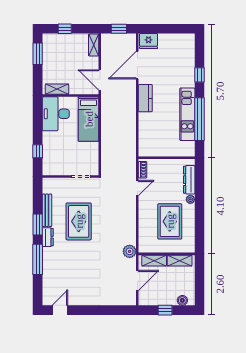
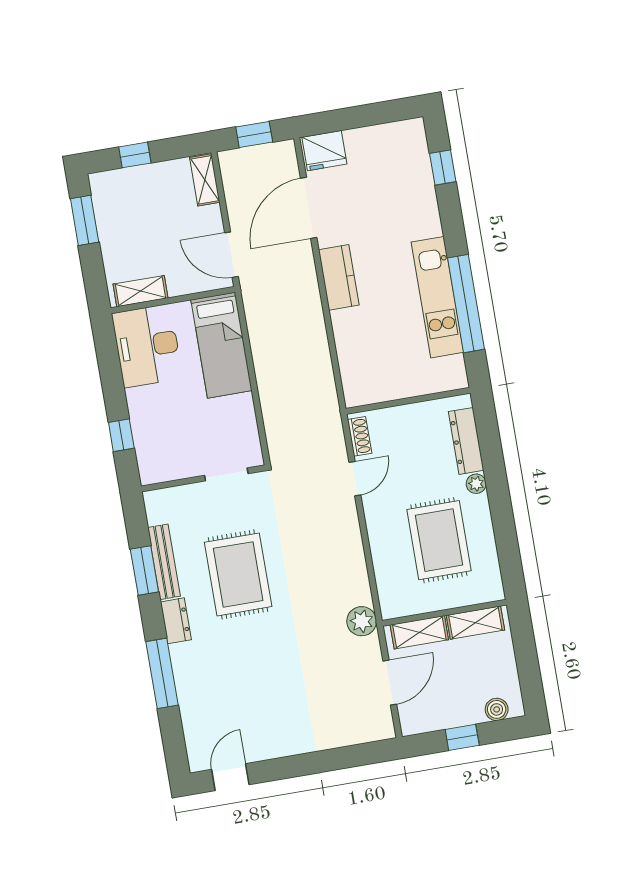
window: (199, 75) -> (443, 167), moved
window: (38, 225) -> (144, 570), moved

